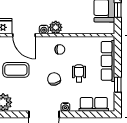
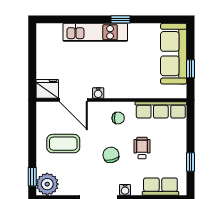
plant: (56, 27) -> (113, 90), removed
row of seats: (108, 61) -> (161, 110), moved, turned -90

